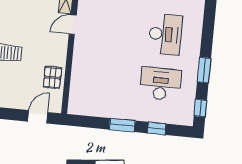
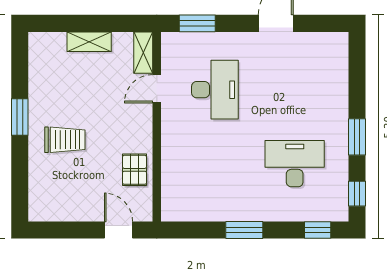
desk: (165, 34) -> (215, 90), moved
door: (38, 117) -> (118, 230), hinge flipped
window: (157, 128) -> (318, 230), moved

